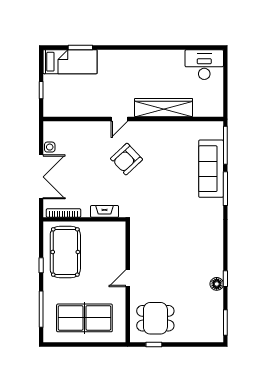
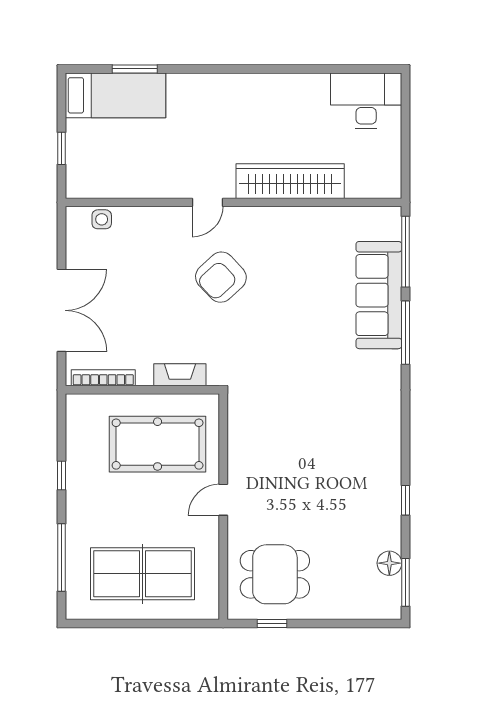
side table: (50, 147) -> (102, 219), moved
pool table: (65, 252) -> (158, 444), moved, turned 90
floor lamp: (217, 284) -> (389, 563), moved

